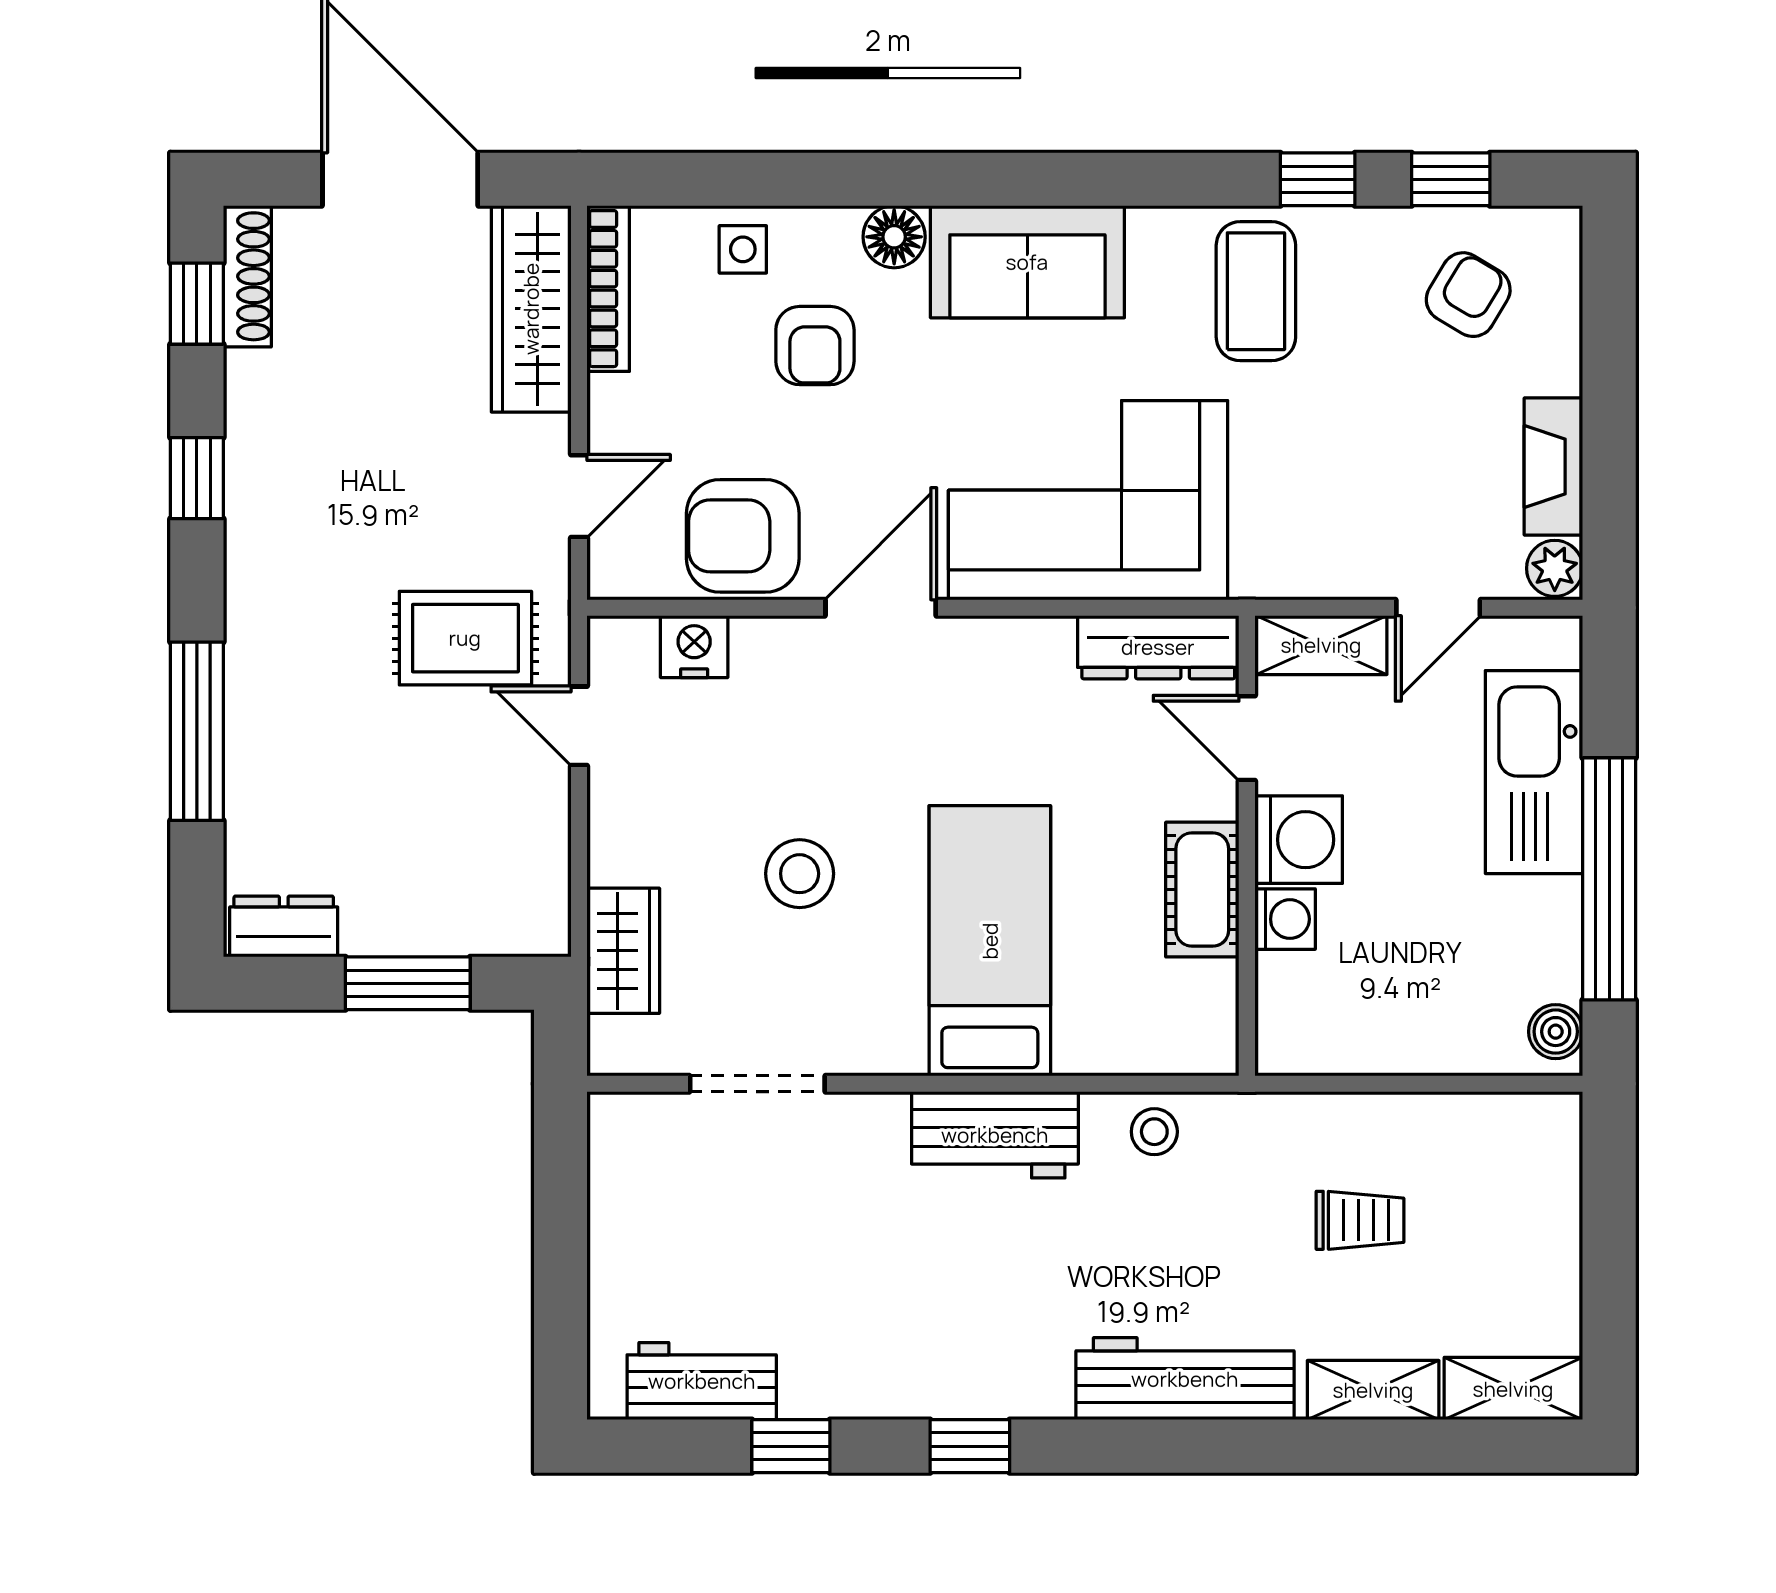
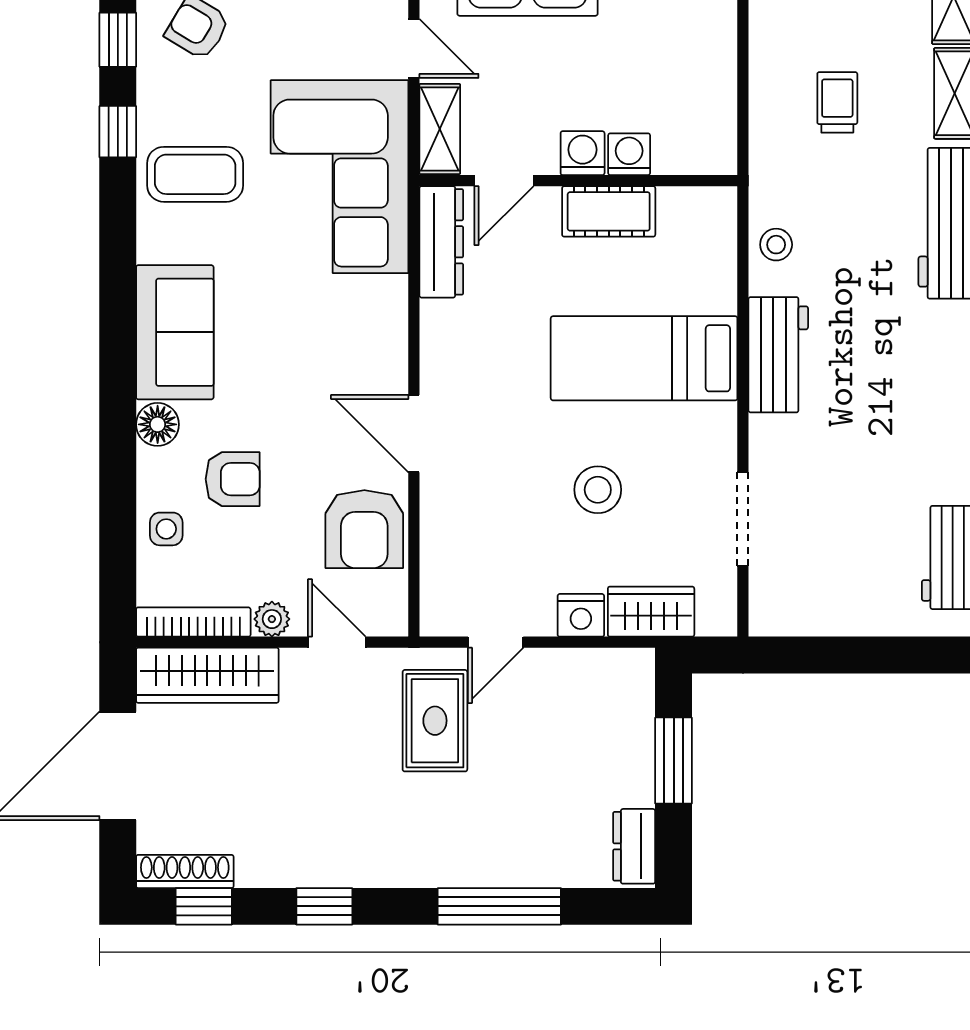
plant: (612, 402) -> (272, 619), added
corner sofa: (1088, 500) -> (340, 177), moved
nightstand: (694, 647) -> (581, 615), moved, turned -90
washing machine: (1299, 840) -> (583, 153), width x0.73, depth x0.73

